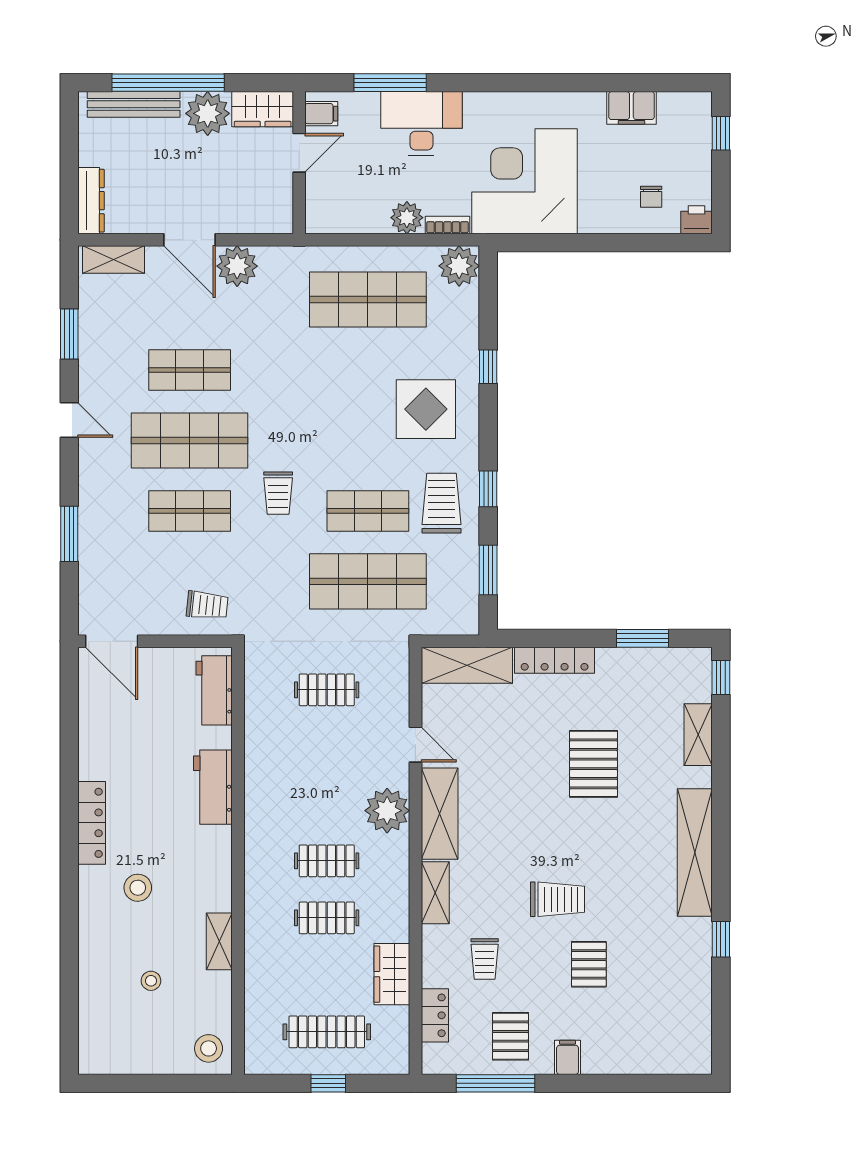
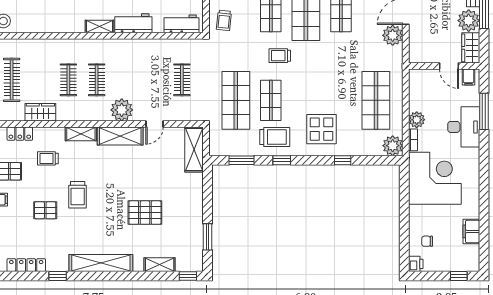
locker: (555, 660) -> (26, 265), moved, turned 90
shelving: (219, 941) -> (99, 26), moved

